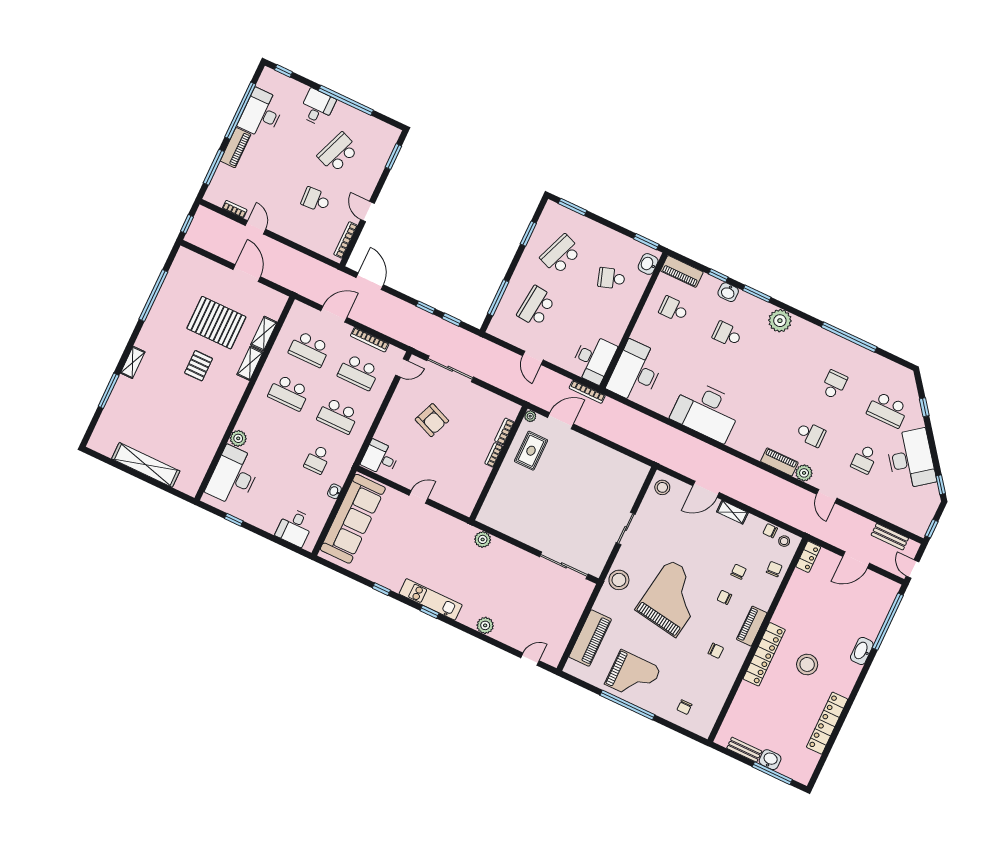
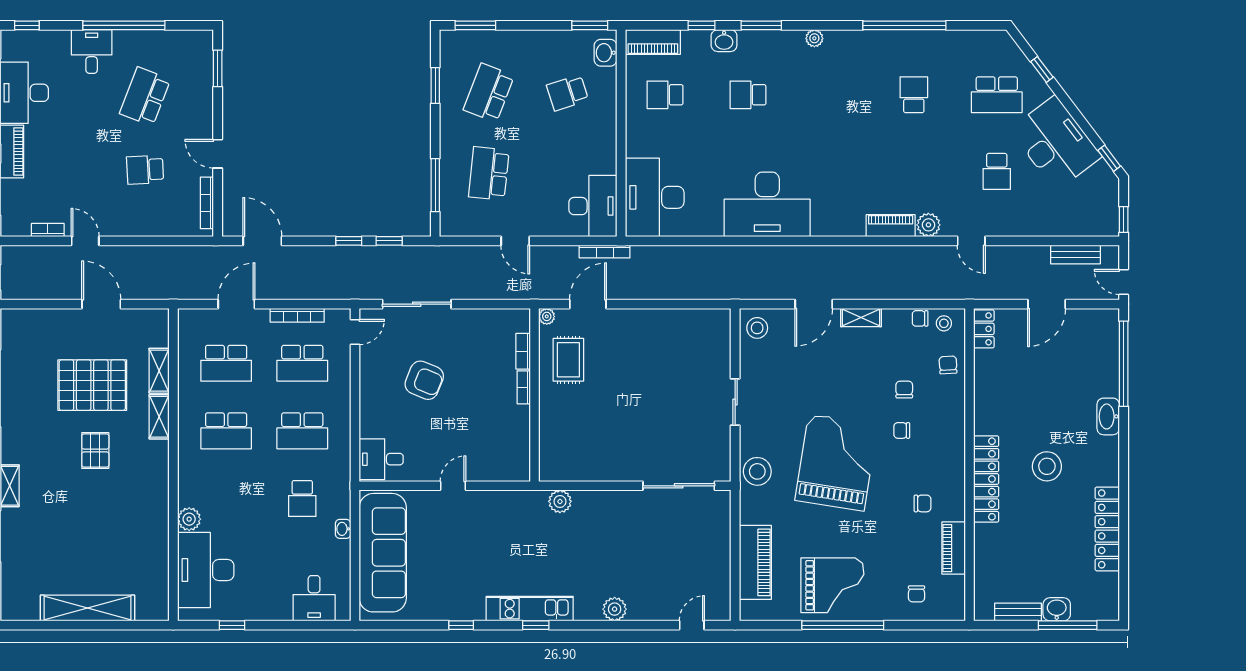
plant: (780, 321) -> (814, 38), width x0.53, depth x0.53
school desk: (811, 434) -> (914, 171), removed
piano: (752, 626) -> (954, 548), moved

